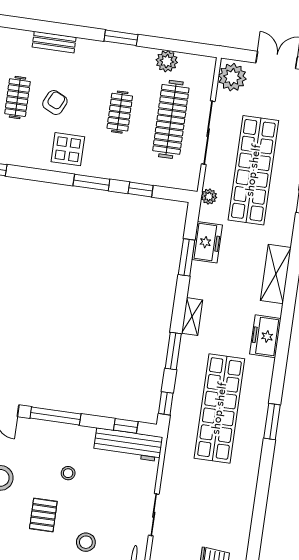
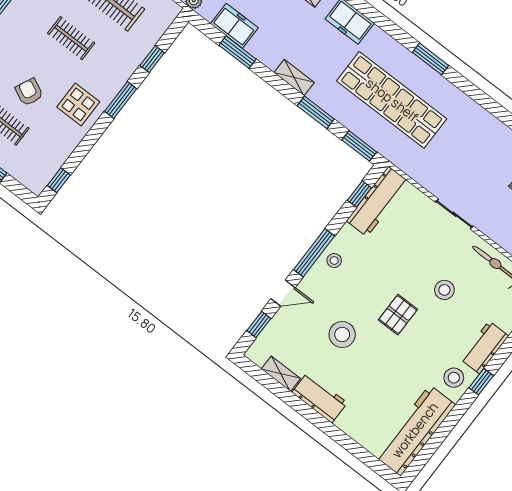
window: (166, 403) -> (359, 146), width x1.50
stool: (68, 473) -> (334, 260), moved
pallet: (43, 515) -> (398, 315), turned 90

